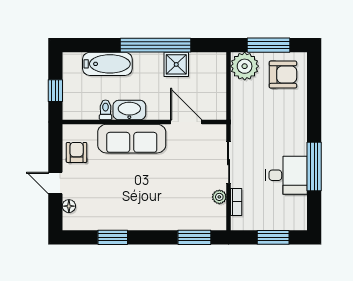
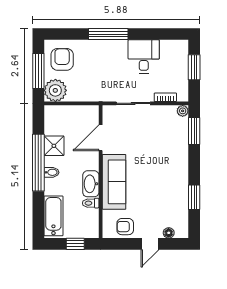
bidet: (144, 61) -> (51, 172), added
bathtub: (107, 64) -> (53, 216), moved
window: (314, 167) -> (108, 34), moved
plant: (219, 197) -> (183, 111), moved

